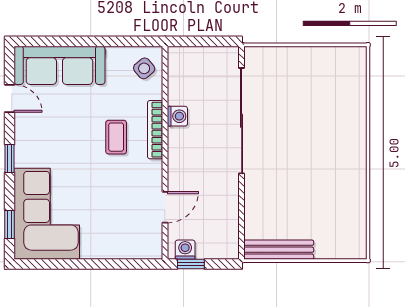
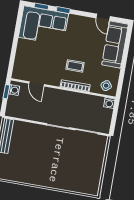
door: (10, 98) -> (103, 17), hinge flipped
washing machine: (177, 116) -> (109, 103), moved
window: (10, 158) -> (63, 10), moved

